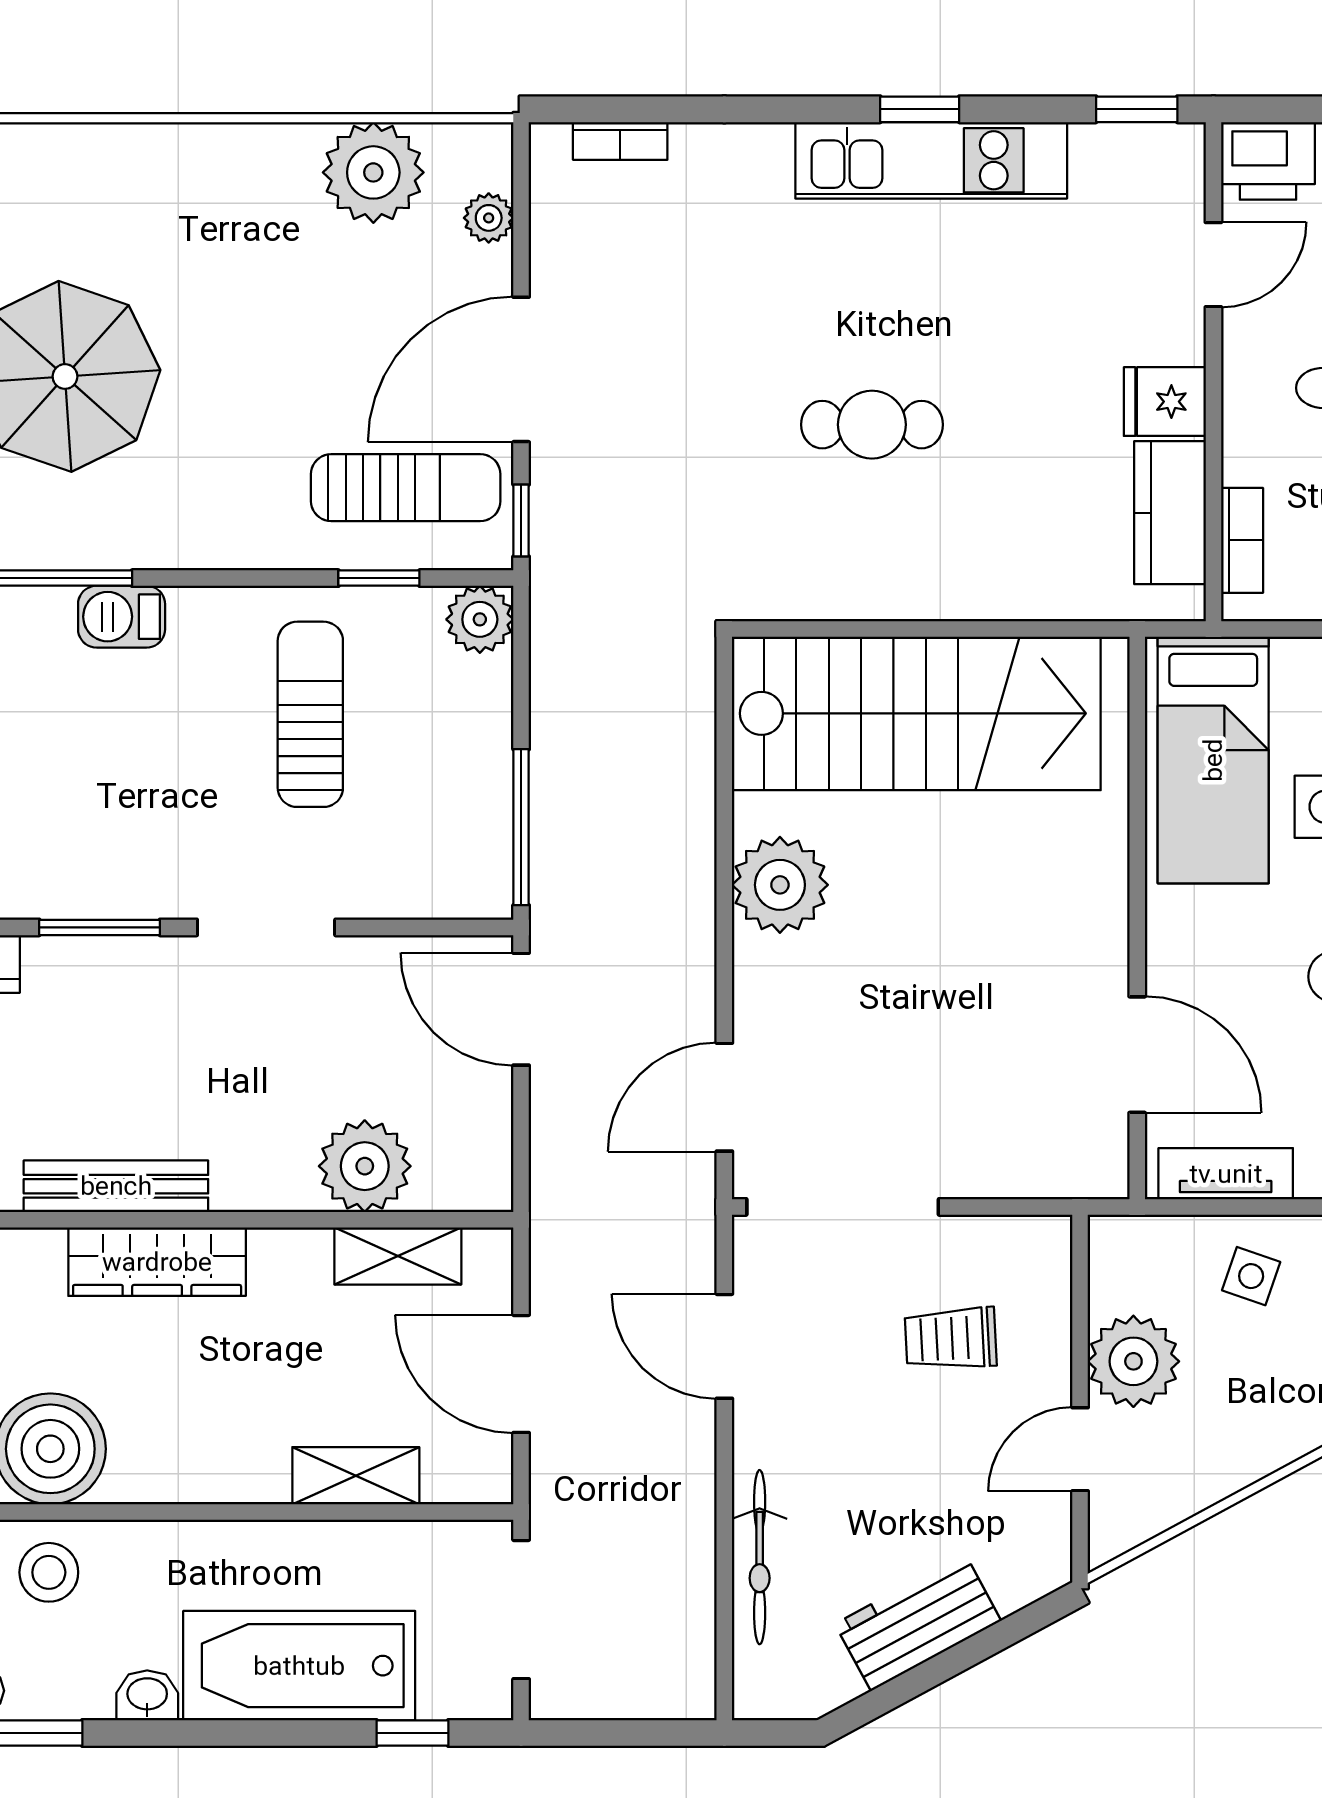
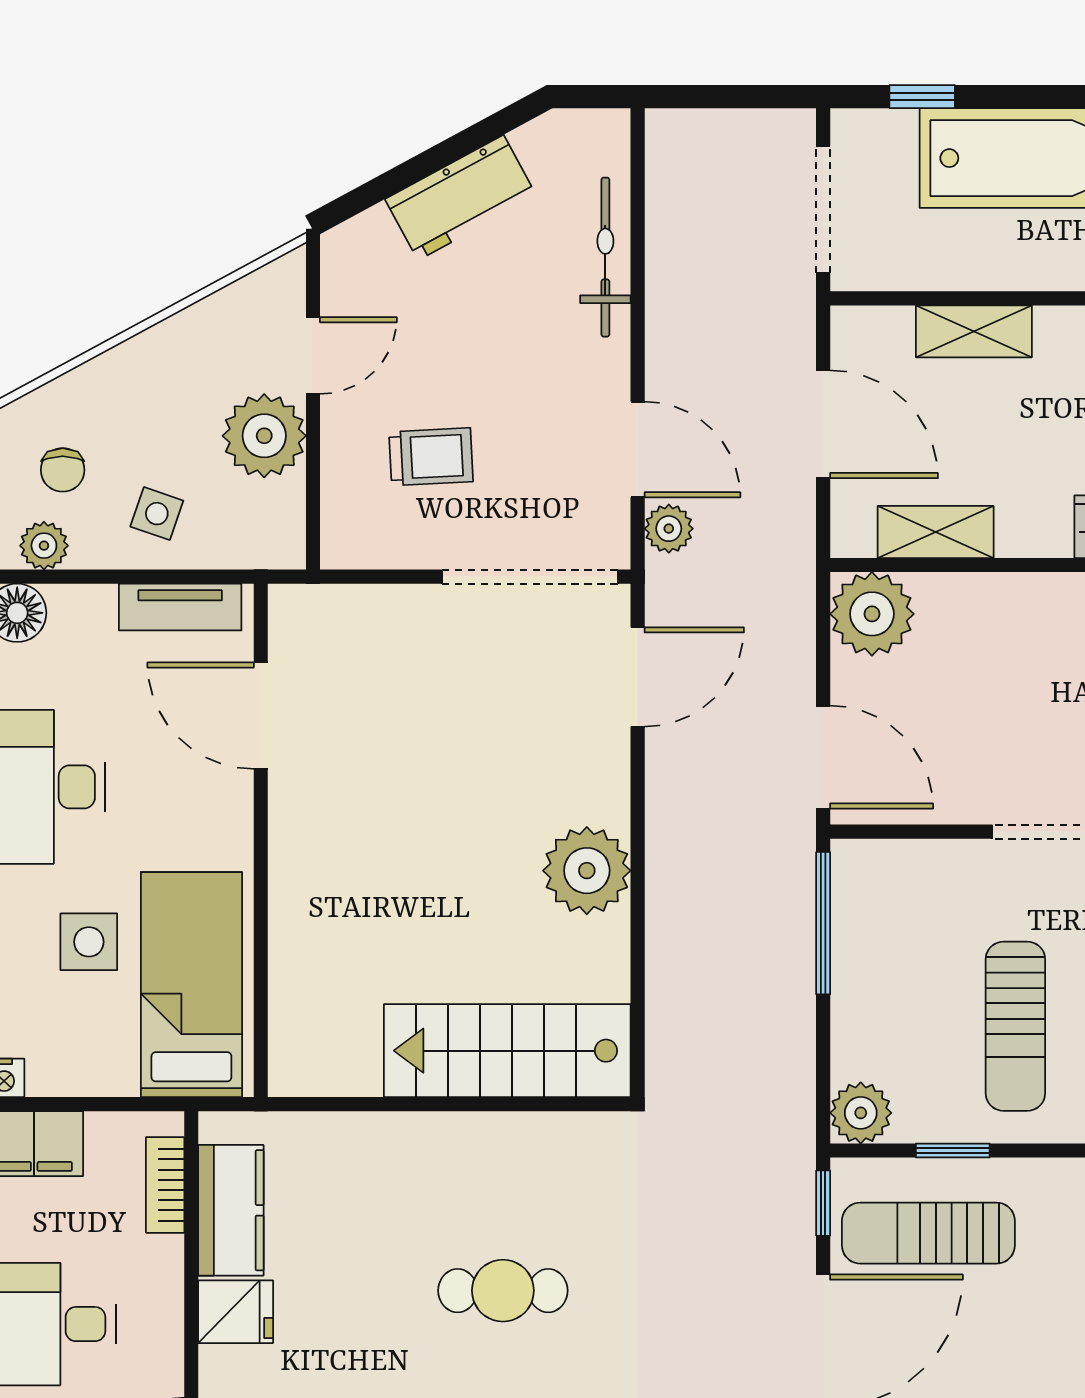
stairs: (916, 713) -> (507, 1051), width x0.73, depth x0.66
plant: (365, 1166) -> (872, 614), moved
plant: (690, 1260) -> (669, 529), added

